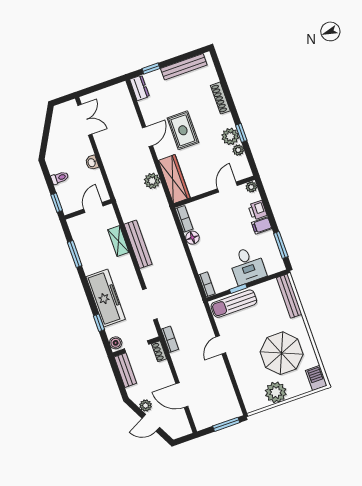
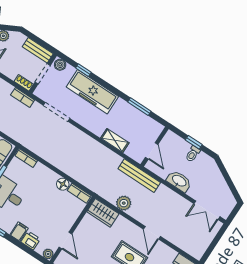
washbasin: (92, 163) -> (179, 181), width x1.91, depth x1.45
wardrobe: (174, 179) -> (103, 213), width x0.67
window: (57, 203) -> (194, 142), moved
bench: (138, 244) -> (139, 176), moved

